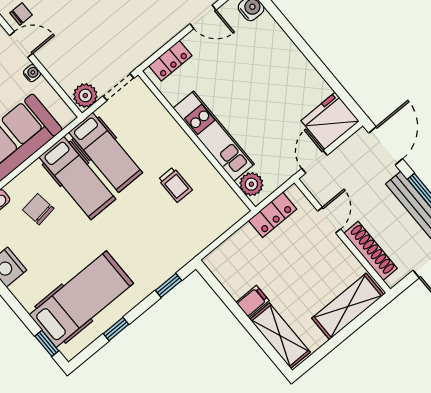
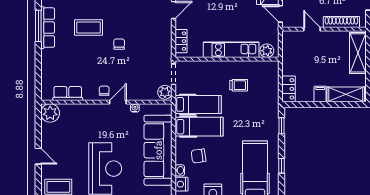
locker: (273, 215) -> (289, 89), moved

